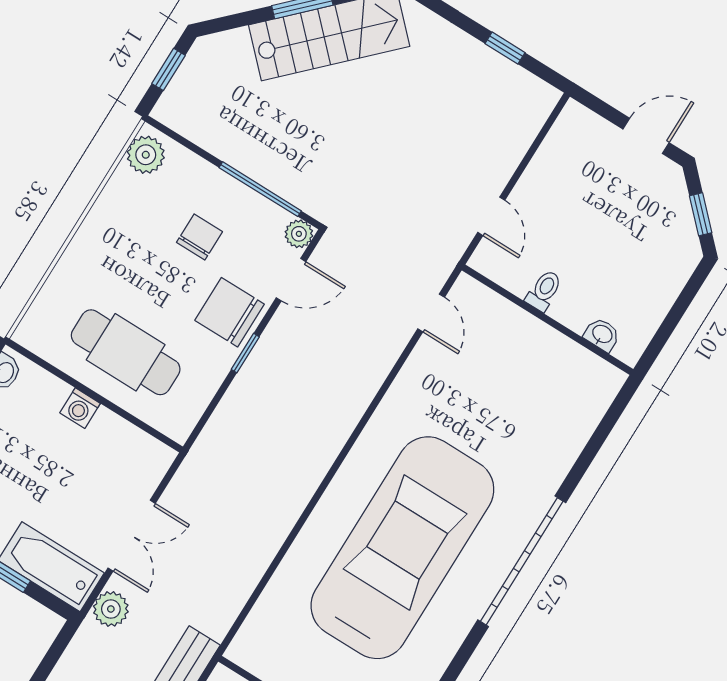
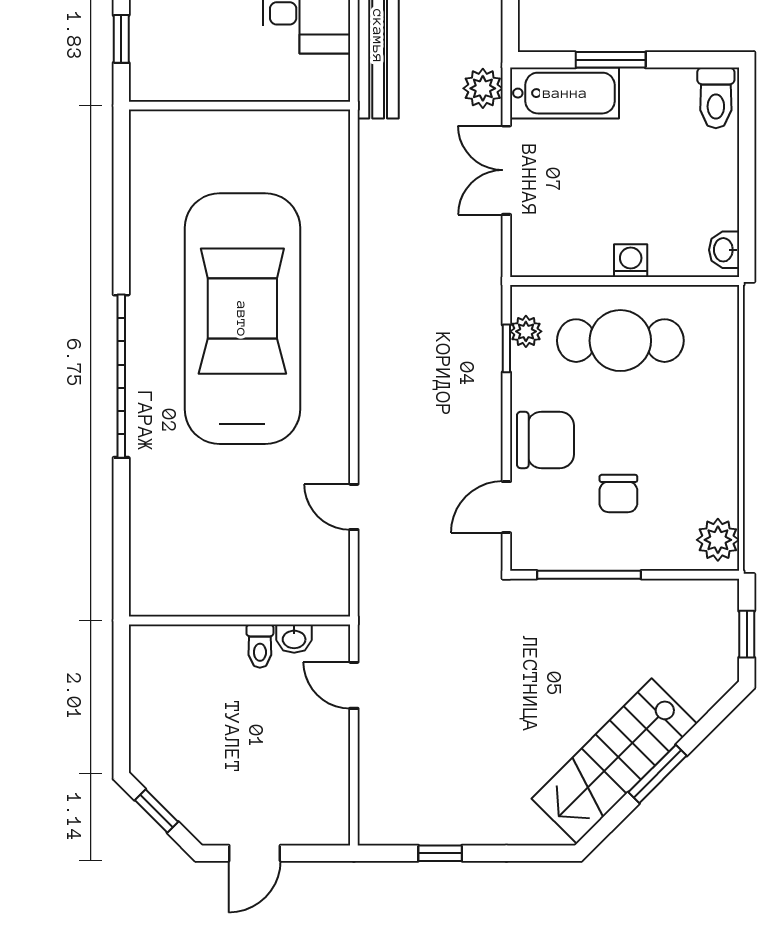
plant: (299, 234) -> (526, 331), moved
door: (431, 313) -> (354, 507), moved
washbasin: (602, 335) -> (294, 639), moved
window: (245, 353) -> (506, 348), moved
car: (402, 548) -> (242, 319), turned 180

